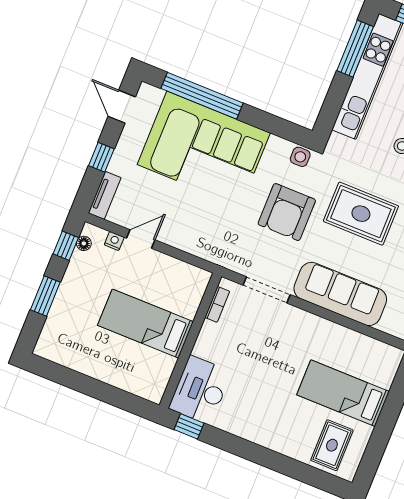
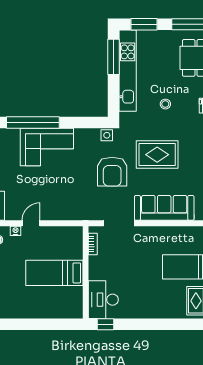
corner sofa: (204, 149) -> (47, 147), width x0.73, depth x0.74

